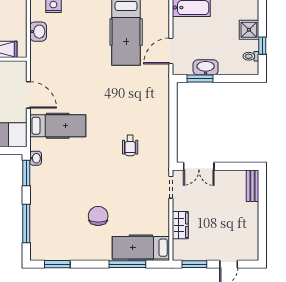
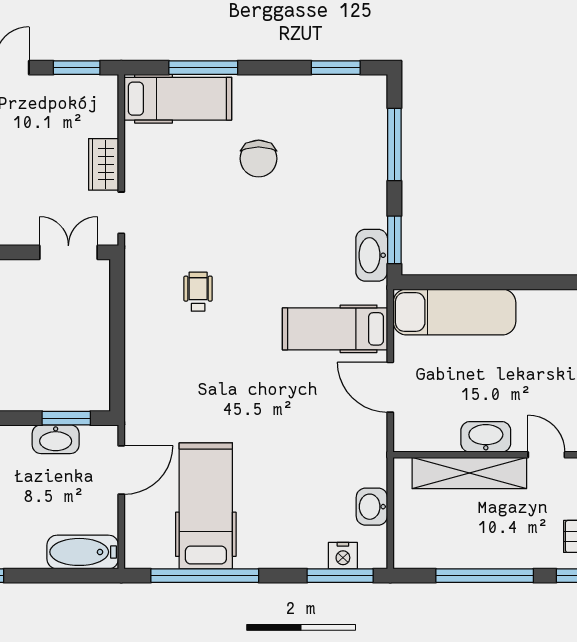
washbasin: (36, 158) -> (372, 255), width x1.91, depth x1.45
wardrobe: (180, 225) -> (104, 164), moved

